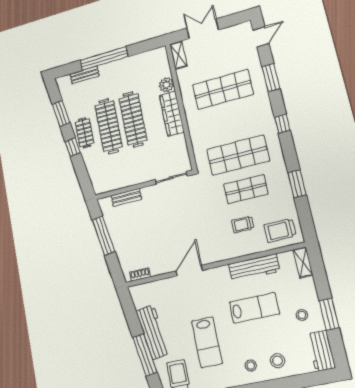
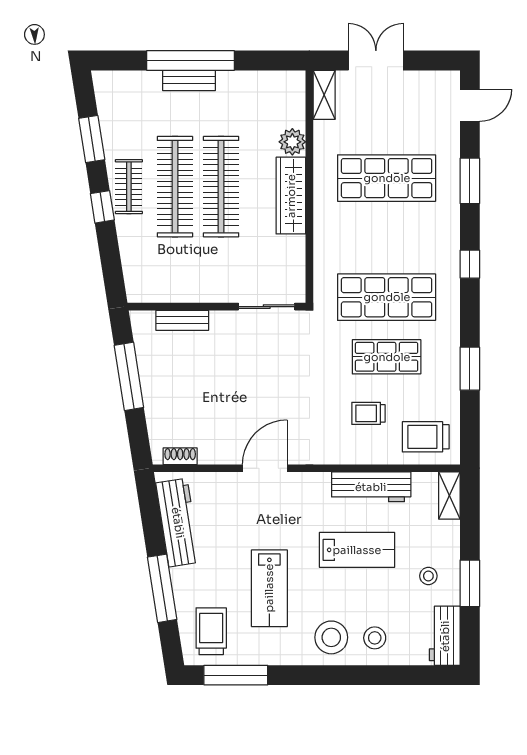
bench: (84, 75) -> (189, 80), moved
workbench: (153, 332) -> (178, 523), moved
stool: (251, 365) -> (331, 637), width x1.89, depth x1.89

